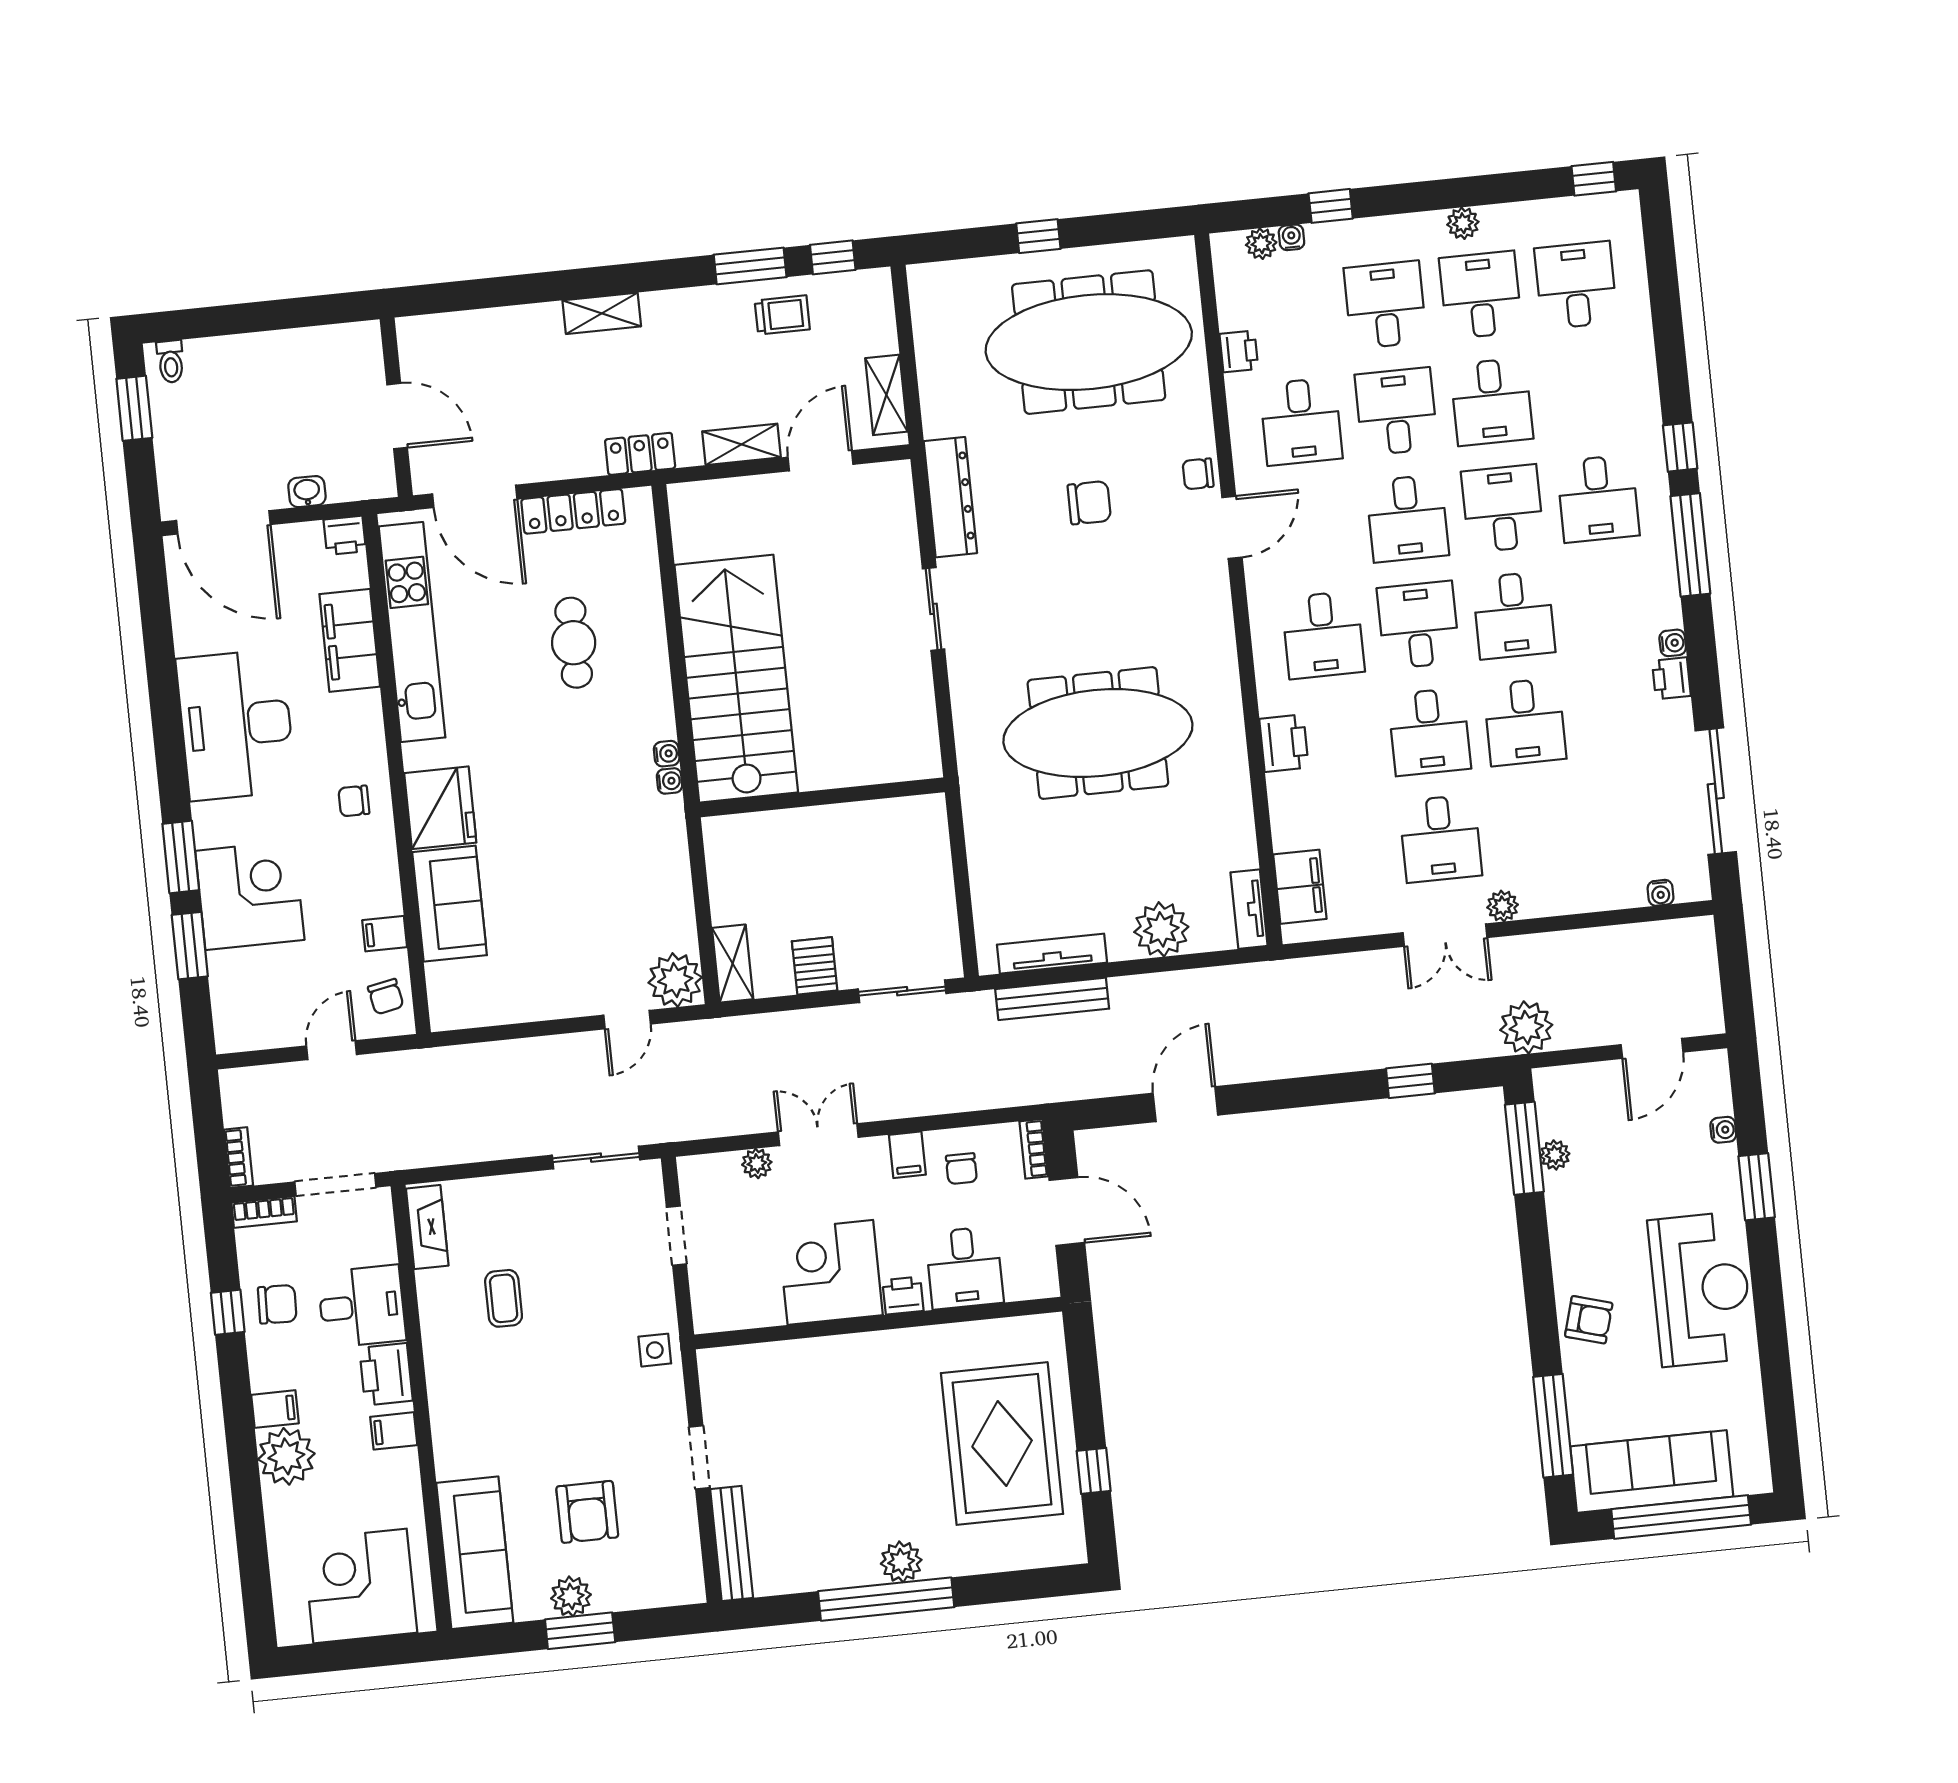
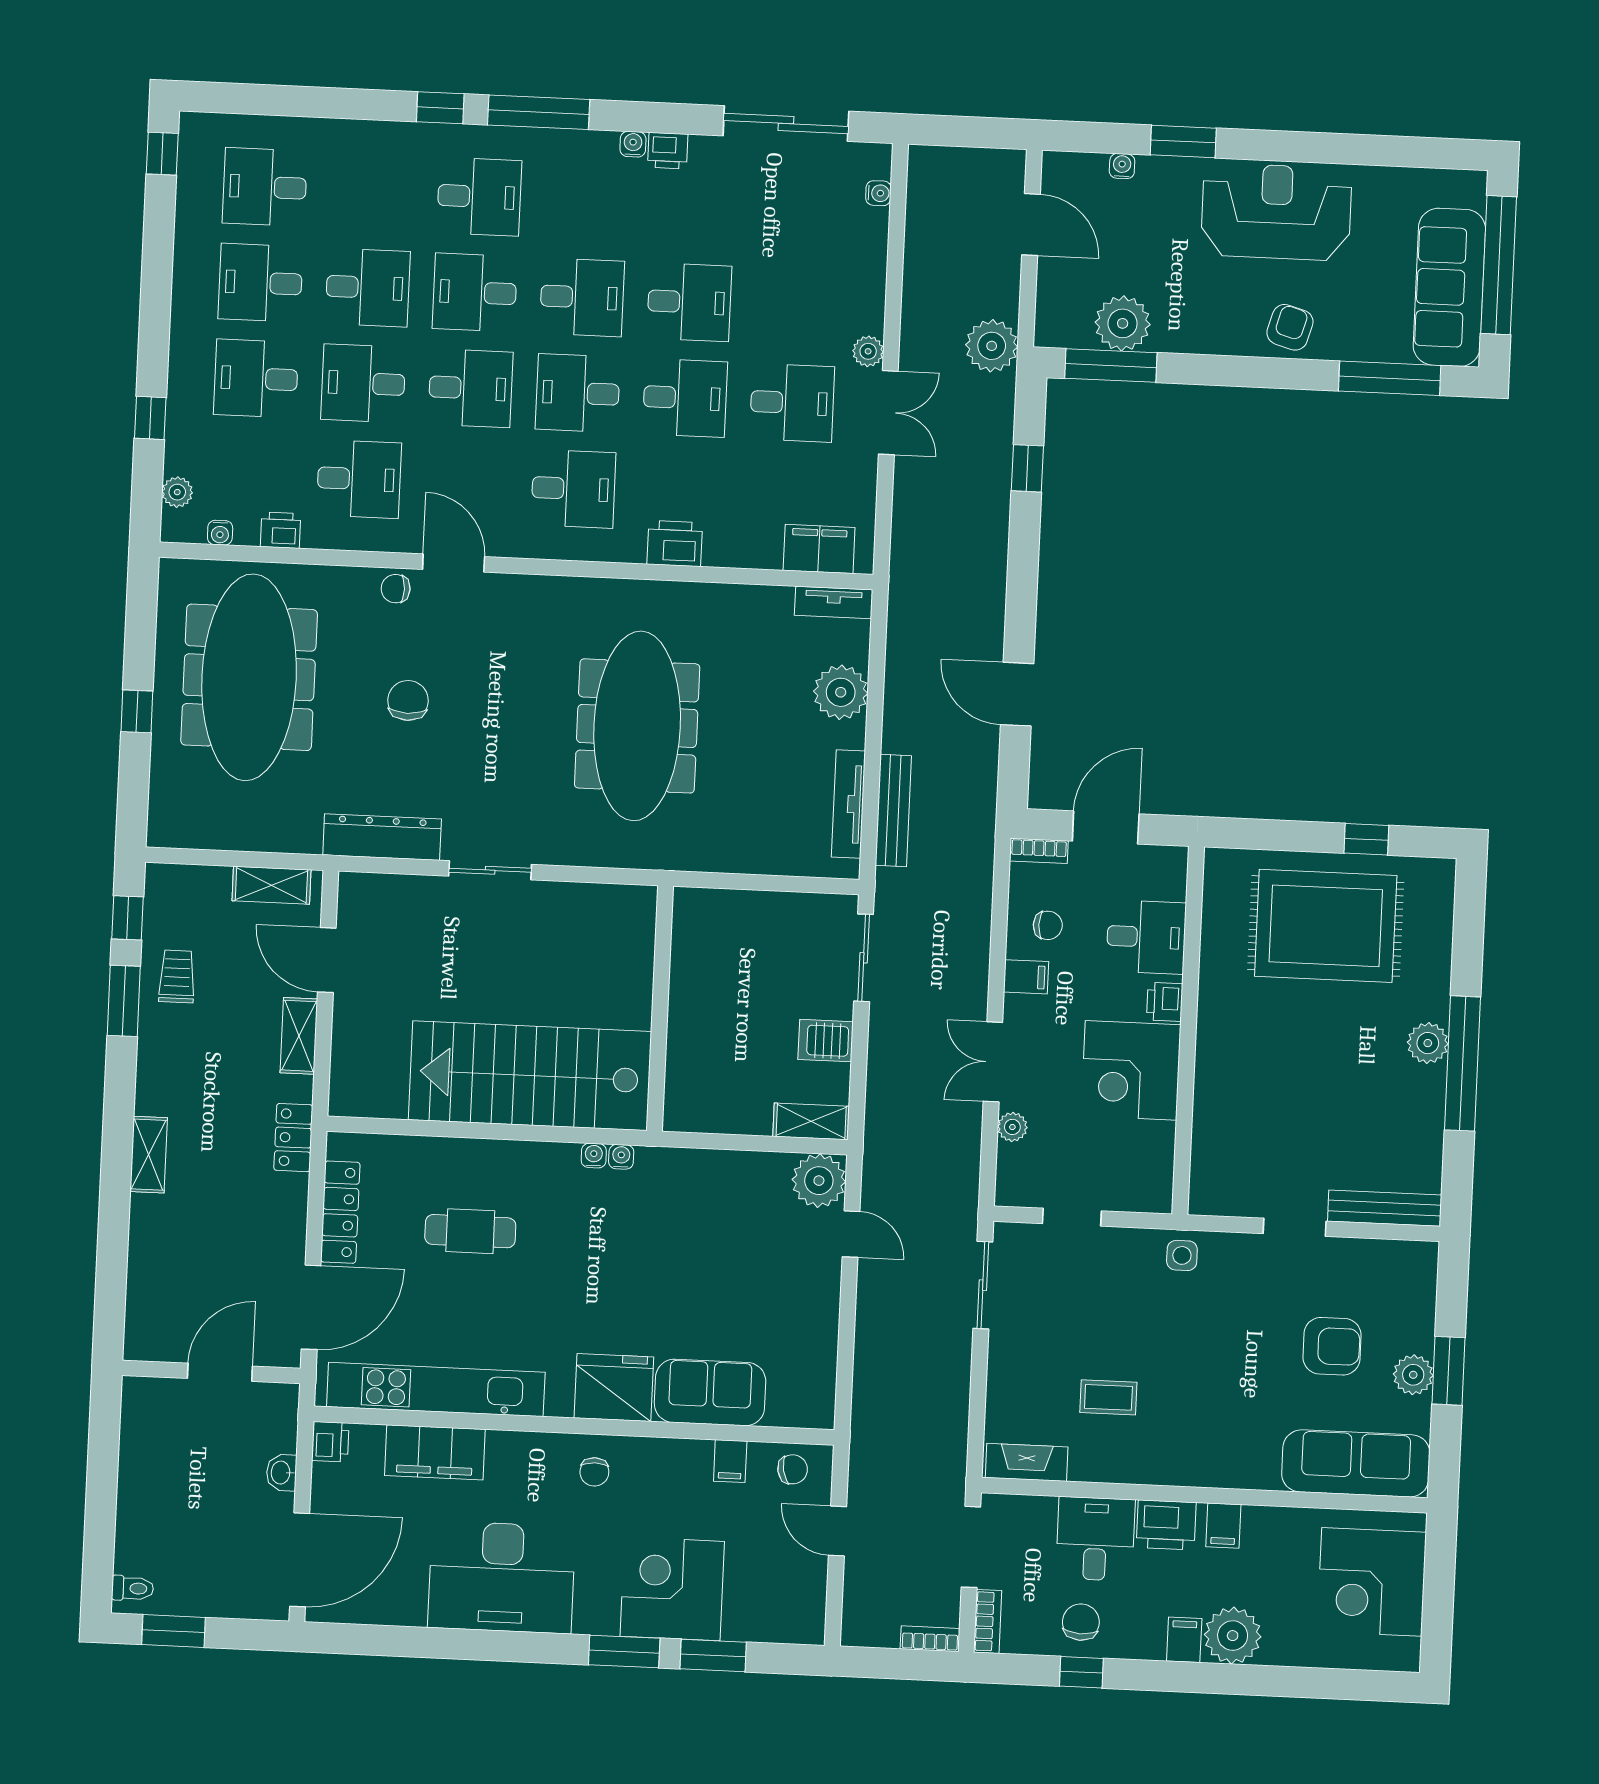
plant: (1463, 223) -> (187, 290), removed
water cooler: (1291, 237) -> (220, 533), moved, turned -90
chair: (1198, 474) -> (396, 589), turned 90
plant: (1555, 1155) -> (1123, 323), width x1.88, depth x1.88

